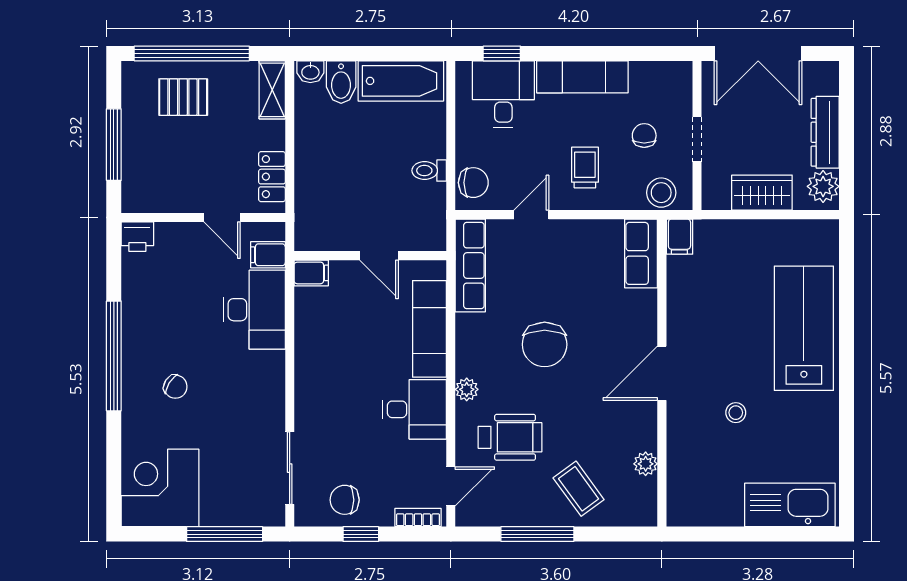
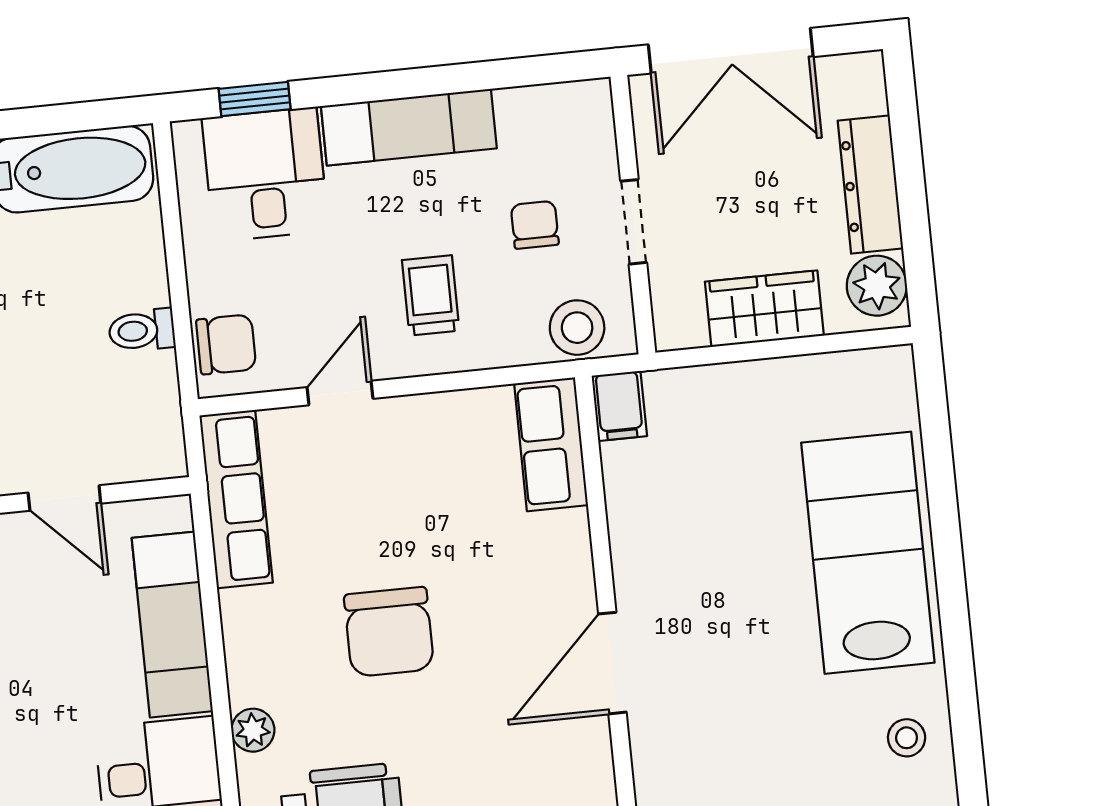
stool: (736, 413) -> (907, 738), moved

